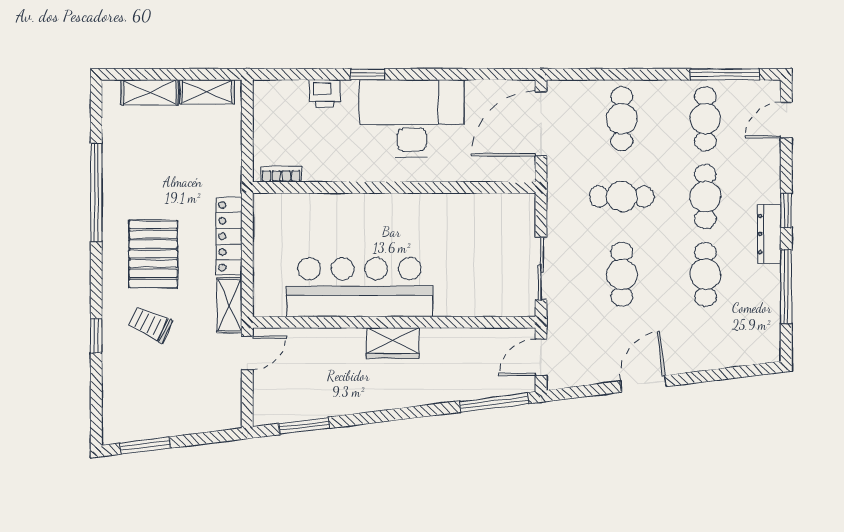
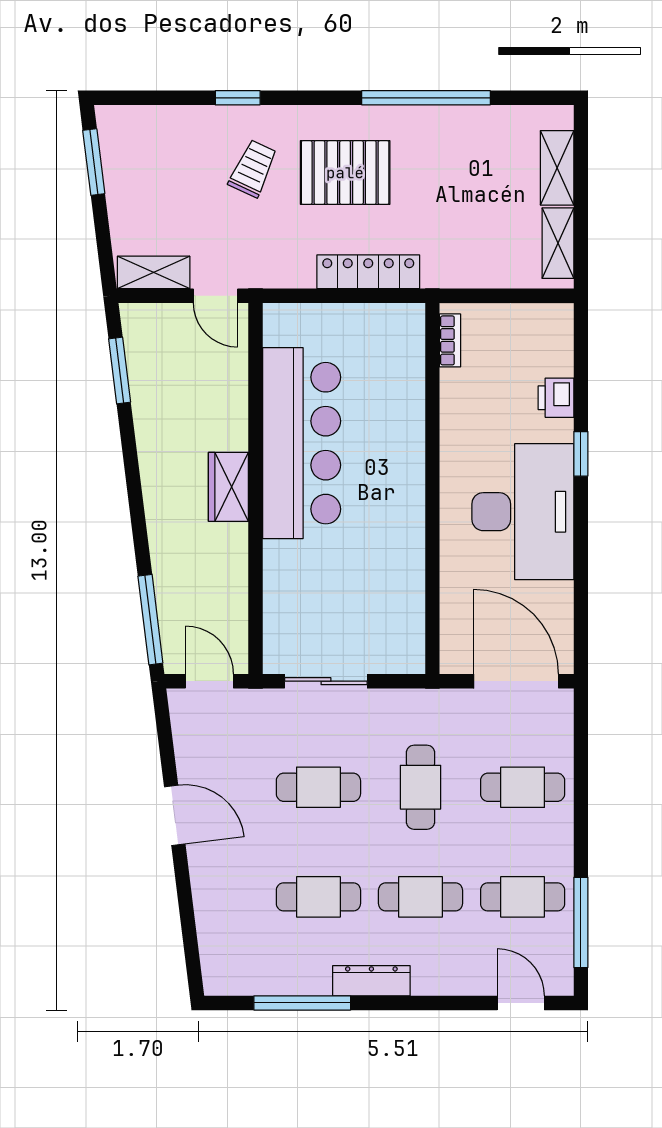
window: (786, 210) -> (402, 1003), removed
shelving: (229, 305) -> (154, 272), moved

